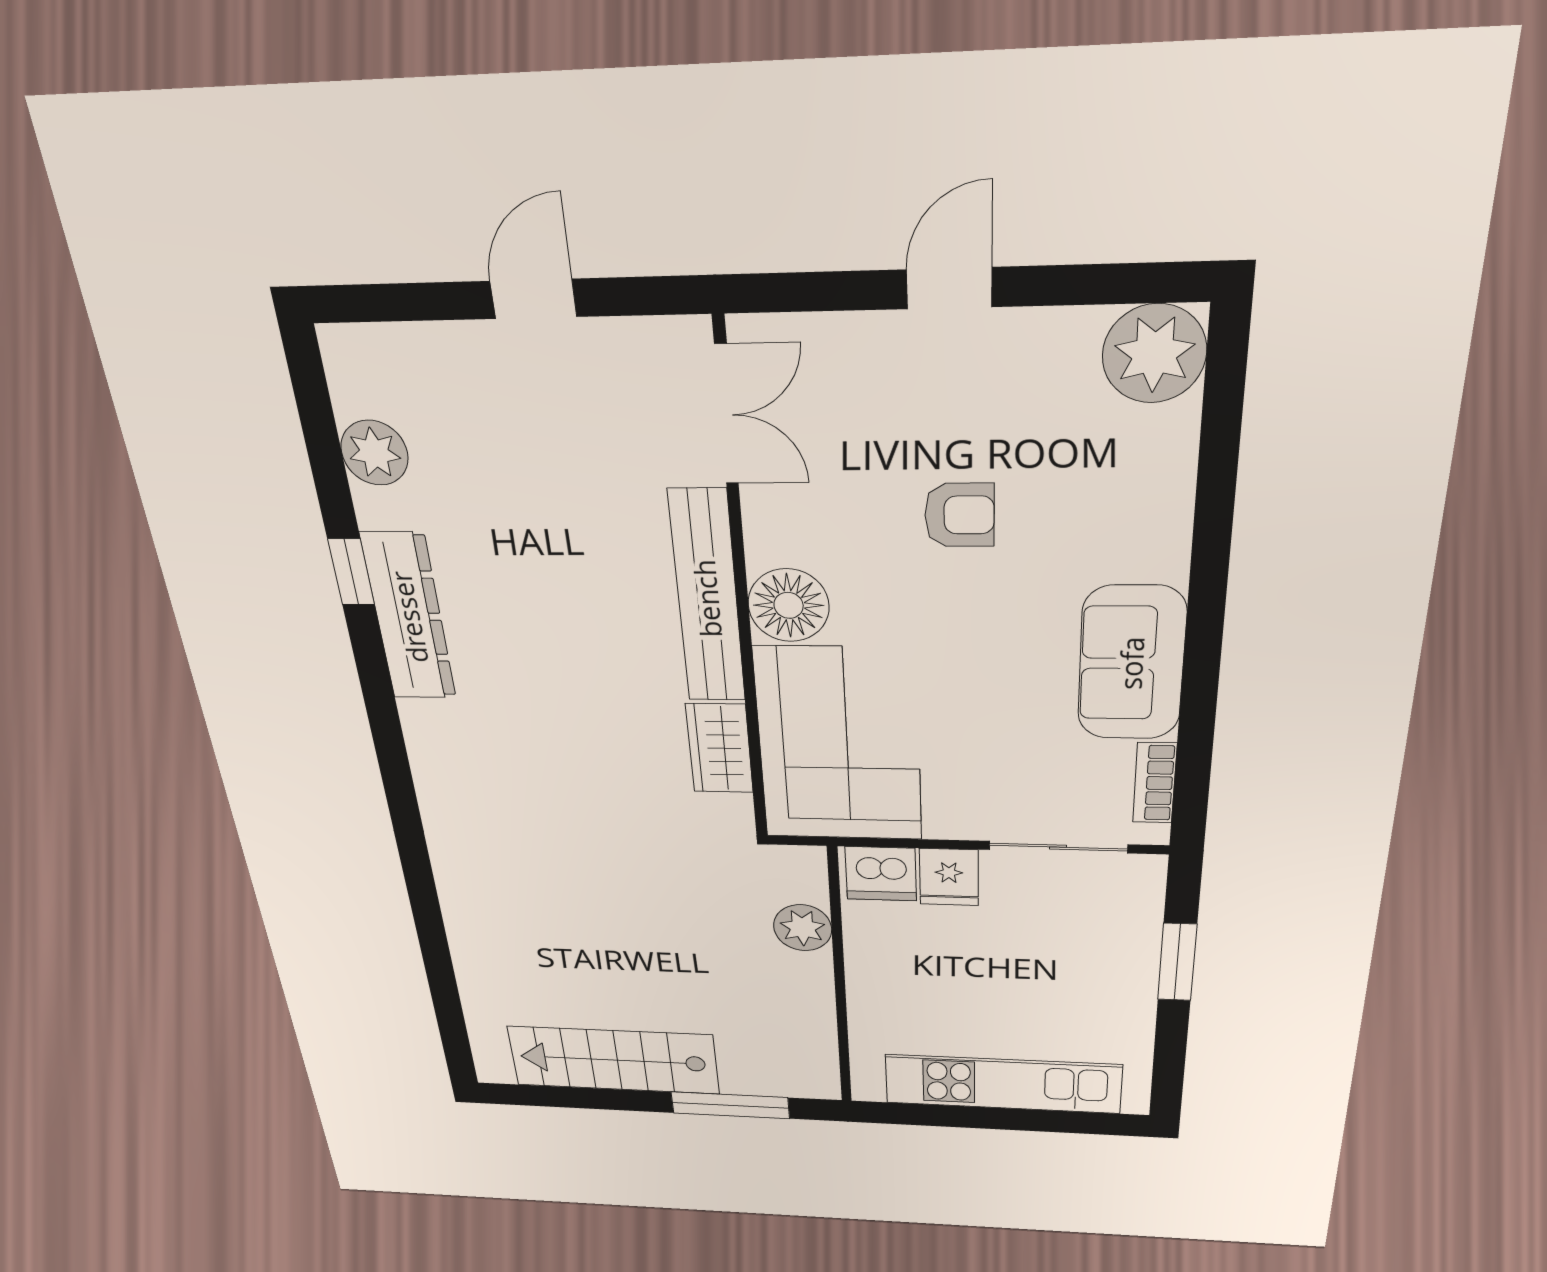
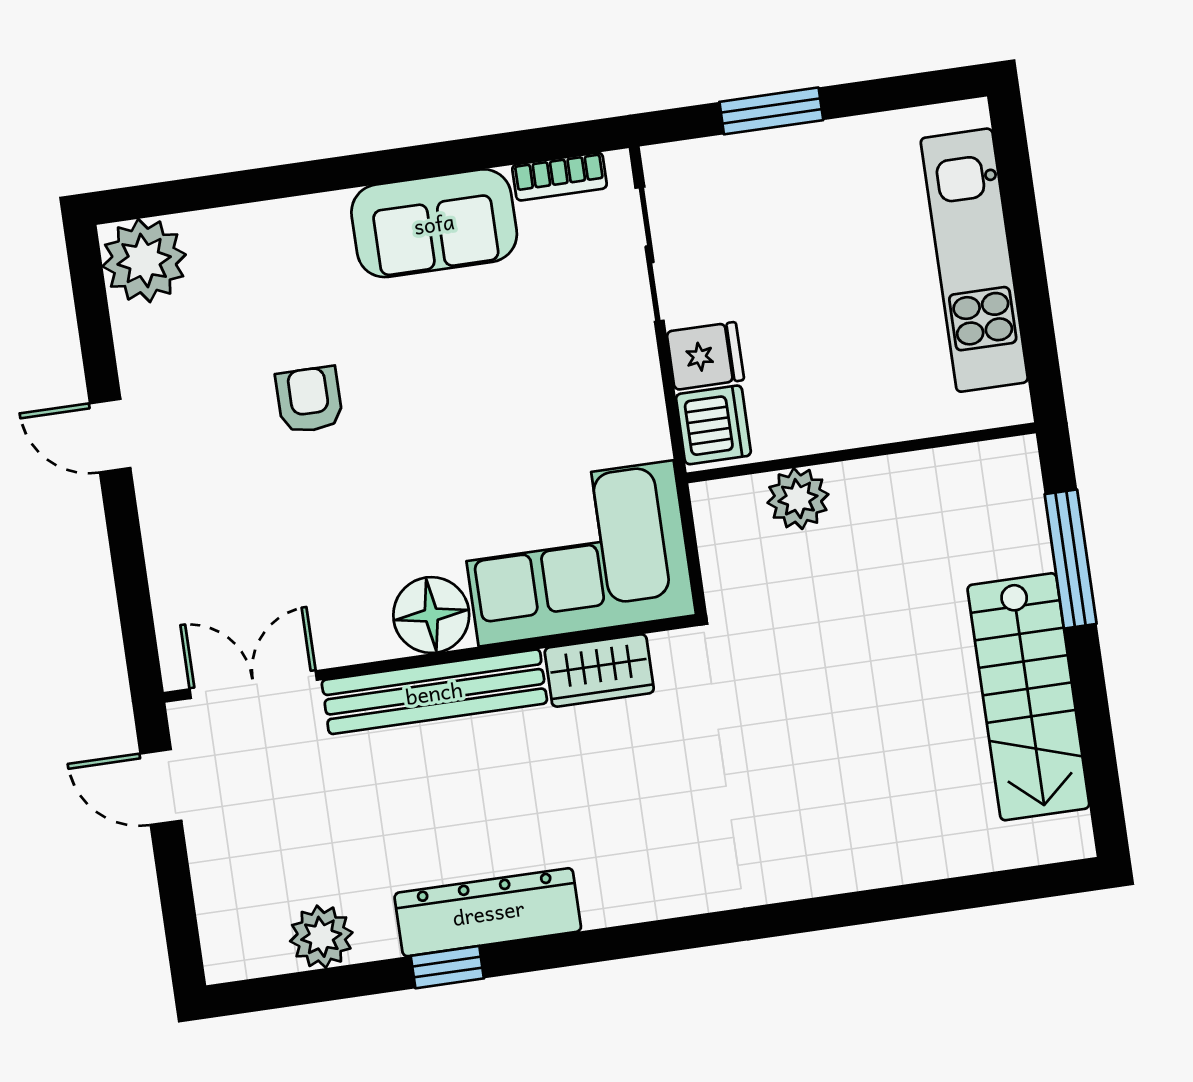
double door: (727, 415) -> (253, 685), moved
bench: (707, 598) -> (434, 692), moved
wall: (742, 599) -> (431, 659), moved
floor lamp: (789, 605) -> (431, 615), moved
corner sofa: (839, 745) -> (576, 553), moved
wardrobe: (720, 748) -> (599, 670), moved

